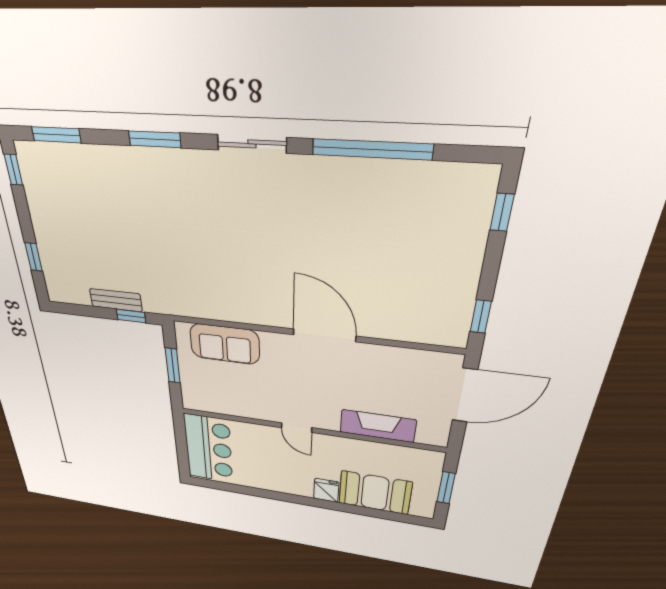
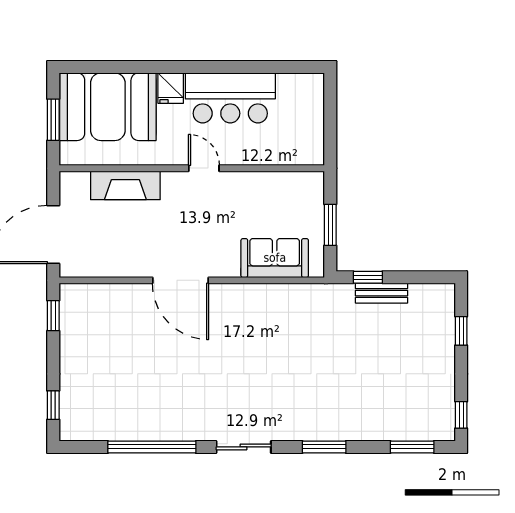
bar counter: (208, 449) -> (230, 98), moved, turned -90
booth: (375, 493) -> (108, 107), width x1.36, depth x1.42

